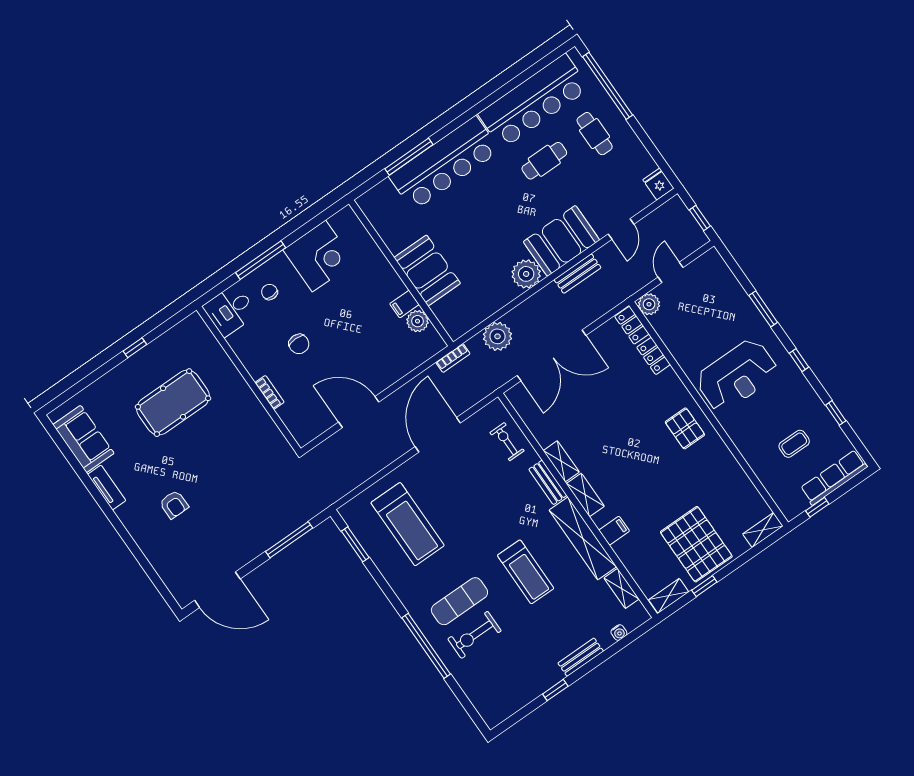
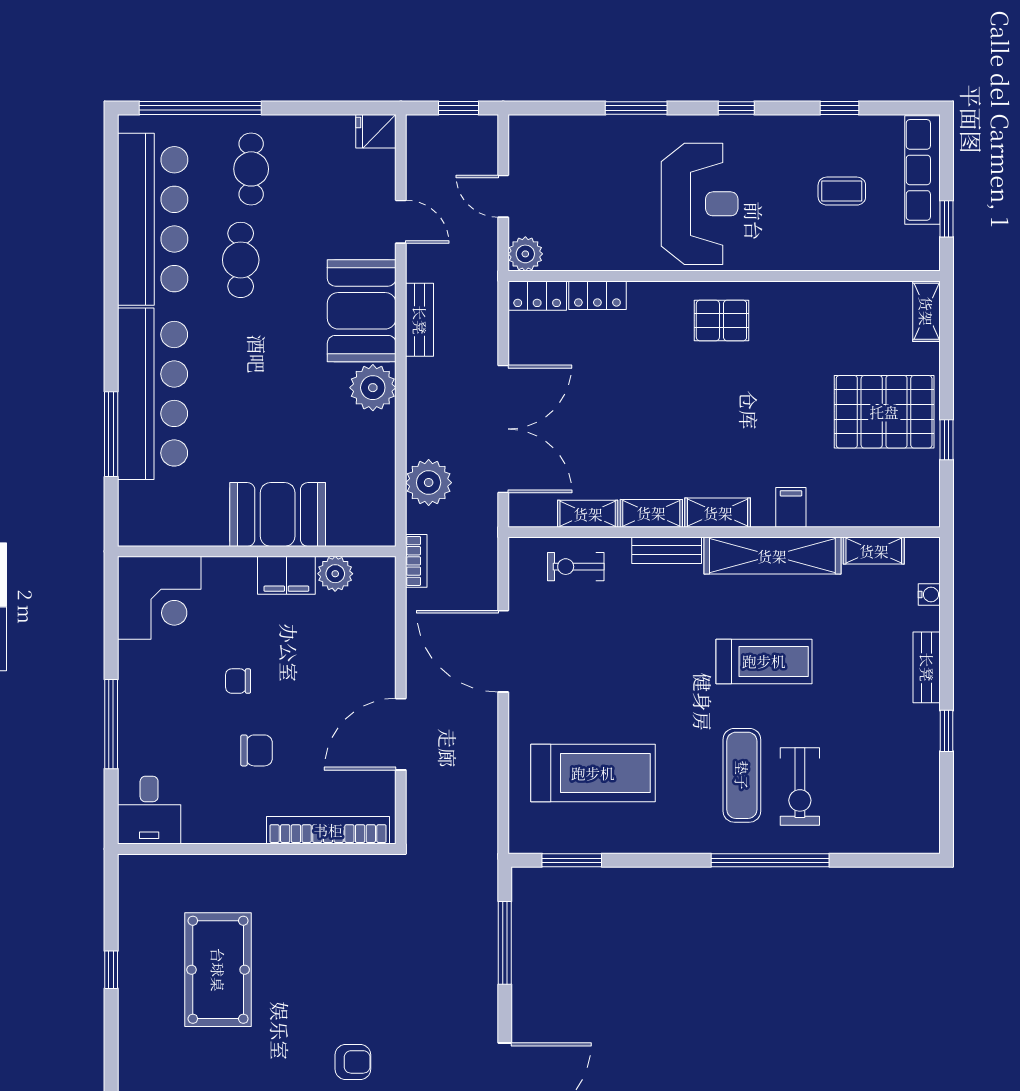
cafe table: (595, 134) -> (251, 169), turned 90
corner desk: (319, 256) -> (159, 598), moved, turned 90
chair: (269, 292) -> (238, 681), moved
filing cabinet: (404, 304) -> (286, 575), width x2.00
bookcase: (270, 392) -> (328, 830), width x2.31, depth x1.31
coffee table: (794, 444) -> (842, 191), turned 90
shelving: (669, 596) -> (588, 514), moved, turned 90

